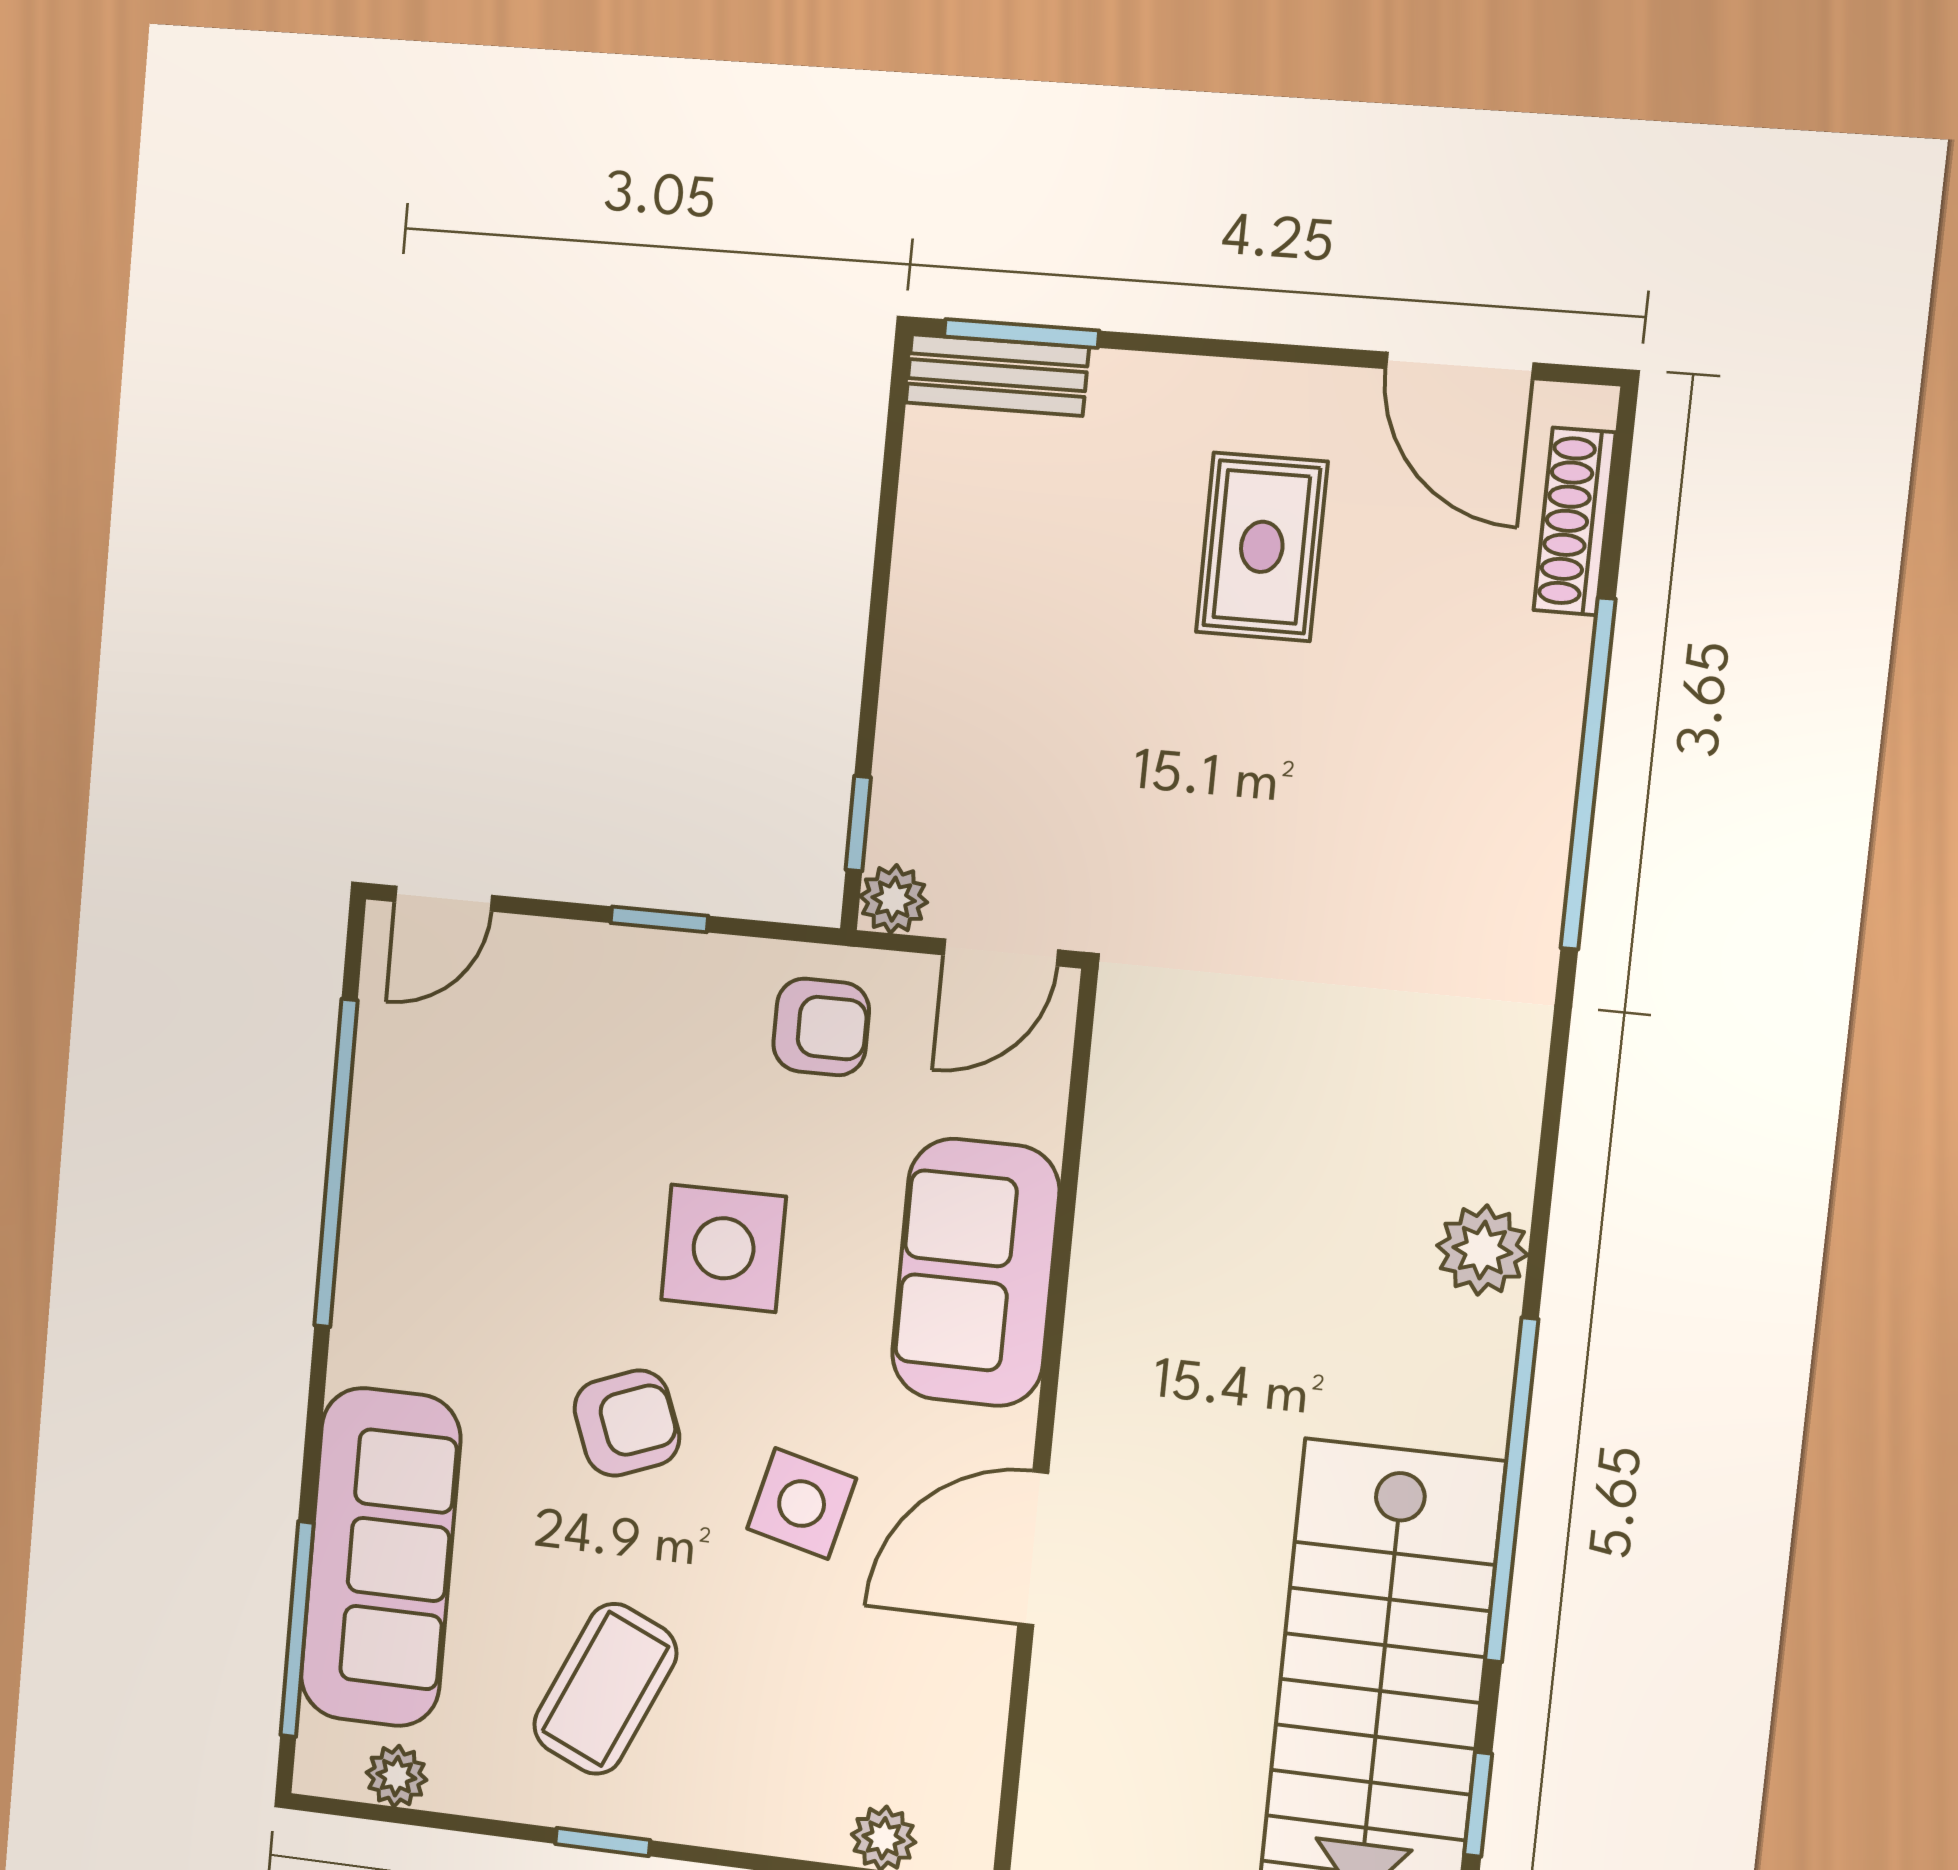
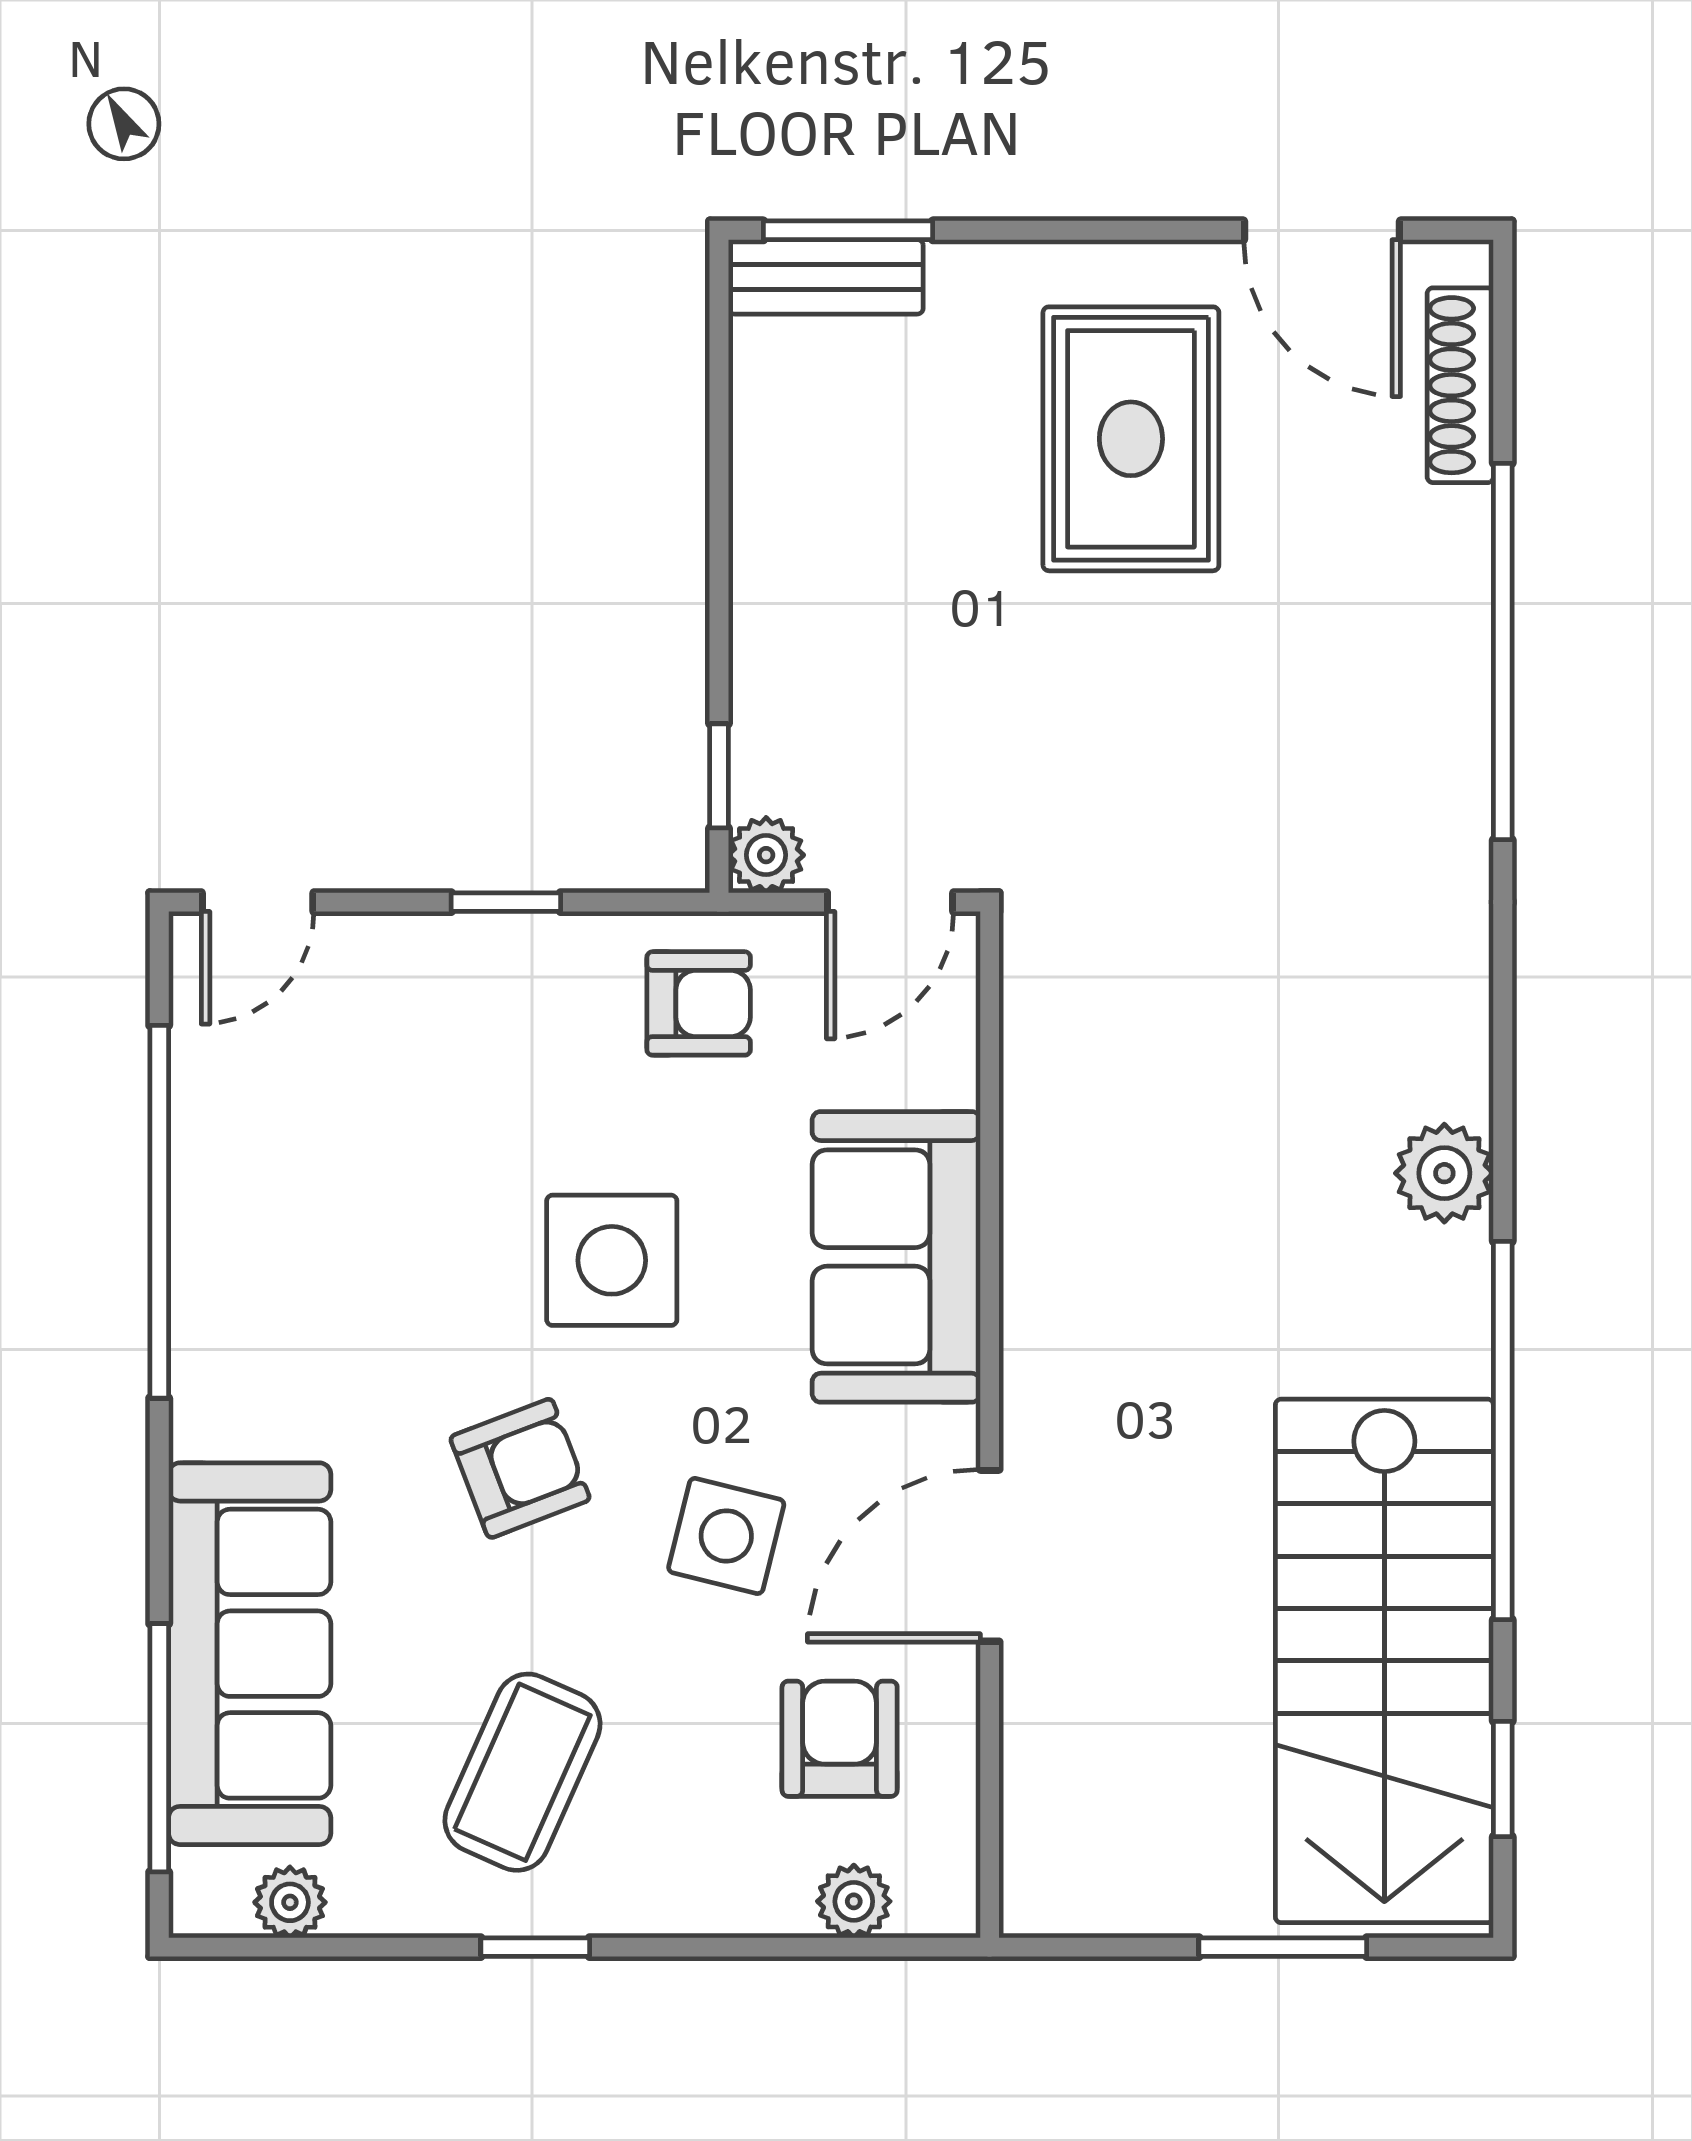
rug: (1262, 547) -> (1131, 439), width x1.36, depth x1.43
armchair: (885, 1694) -> (840, 1739), added

